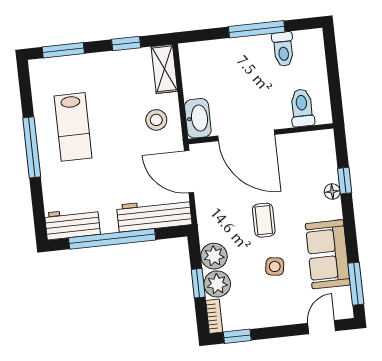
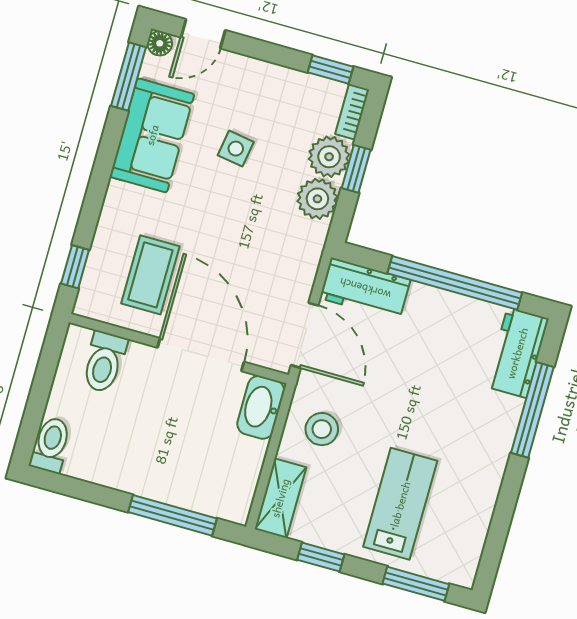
window: (257, 29) -> (172, 515), moved
toilet: (283, 49) -> (51, 445), moved
lab bench: (73, 127) -> (400, 504), moved
window: (32, 147) -> (532, 410), moved
window: (345, 181) -> (75, 267), moved
floor lamp: (332, 192) -> (160, 43), moved
workbench: (154, 215) -> (365, 289), width x0.73
coffee table: (264, 220) -> (150, 275), moved, width x1.36, depth x1.30
workbench: (72, 224) -> (517, 353), moved, turned 90

